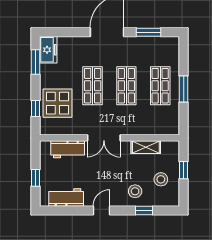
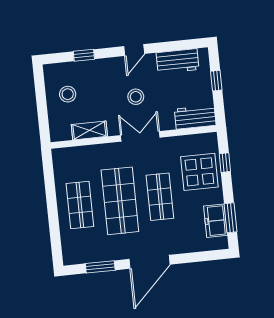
freezer: (48, 50) -> (216, 221), moved
shop shelf: (126, 86) -> (120, 201), width x1.43, depth x1.36
window: (184, 89) -> (52, 204), removed
workbench: (68, 149) -> (195, 117), moved
window: (184, 170) -> (42, 108), removed
stool: (135, 191) -> (136, 97), moved

